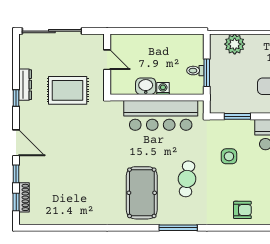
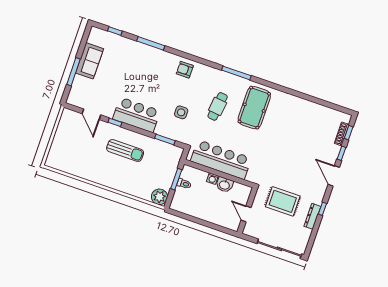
plant: (235, 44) -> (159, 197), moved

